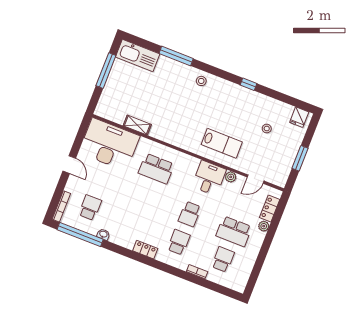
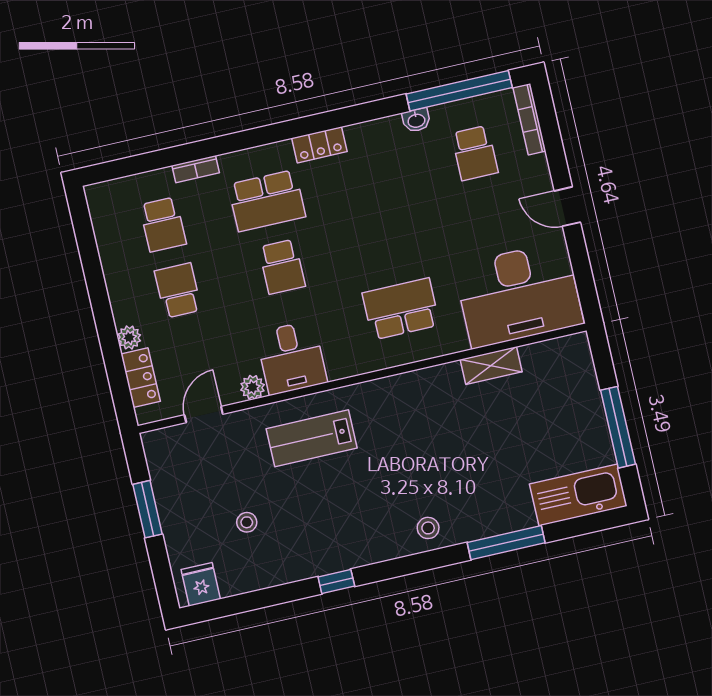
school desk: (190, 214) -> (282, 267), turned 180
school desk: (234, 231) -> (178, 290), width x0.54
school desk: (179, 242) -> (267, 201), width x1.85

